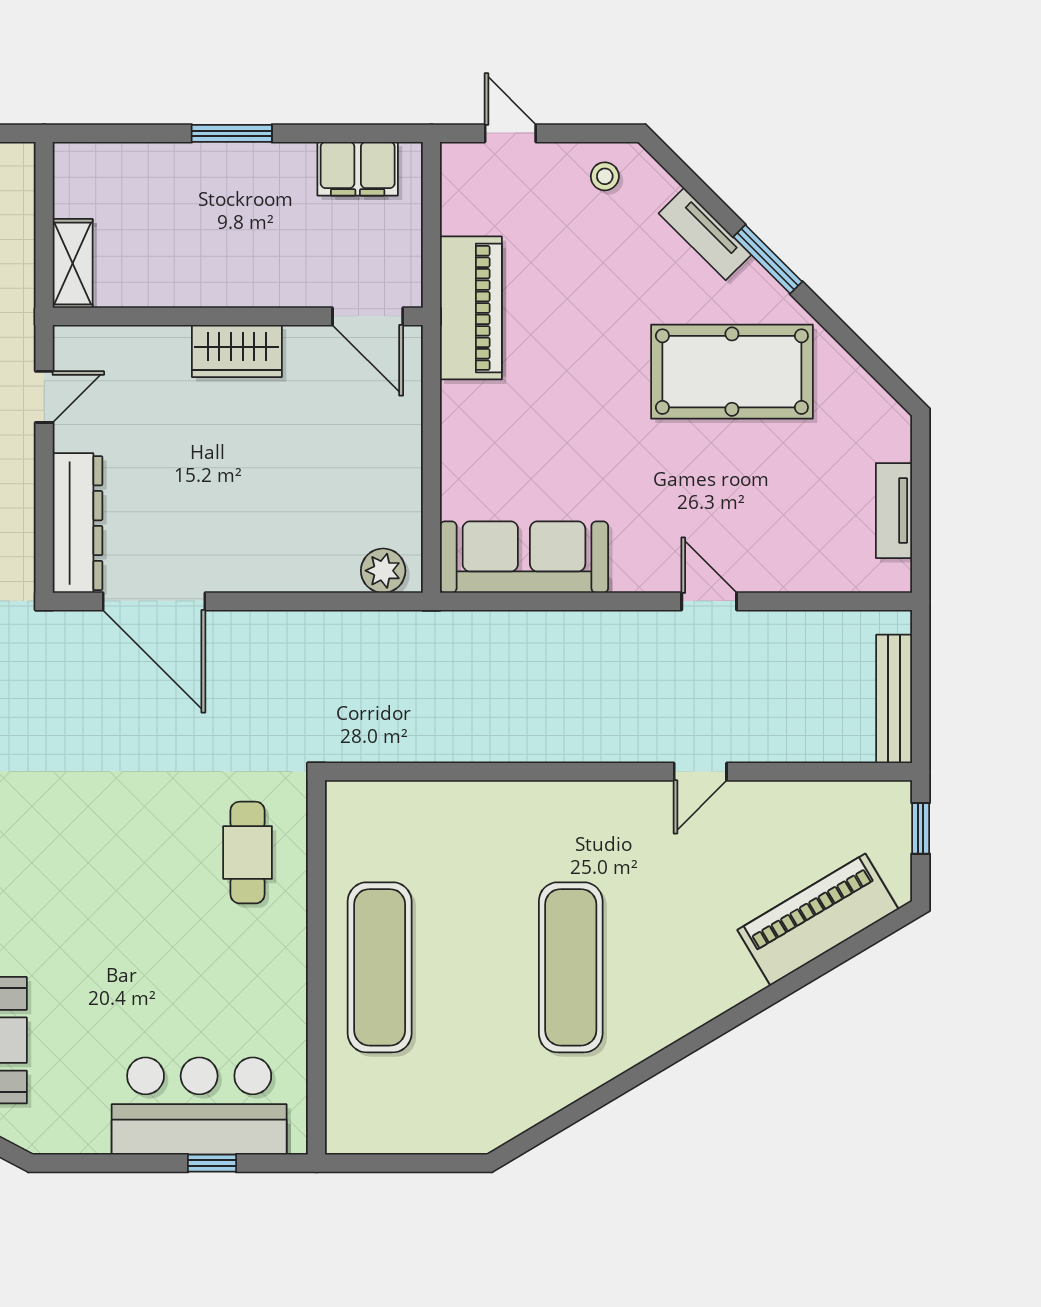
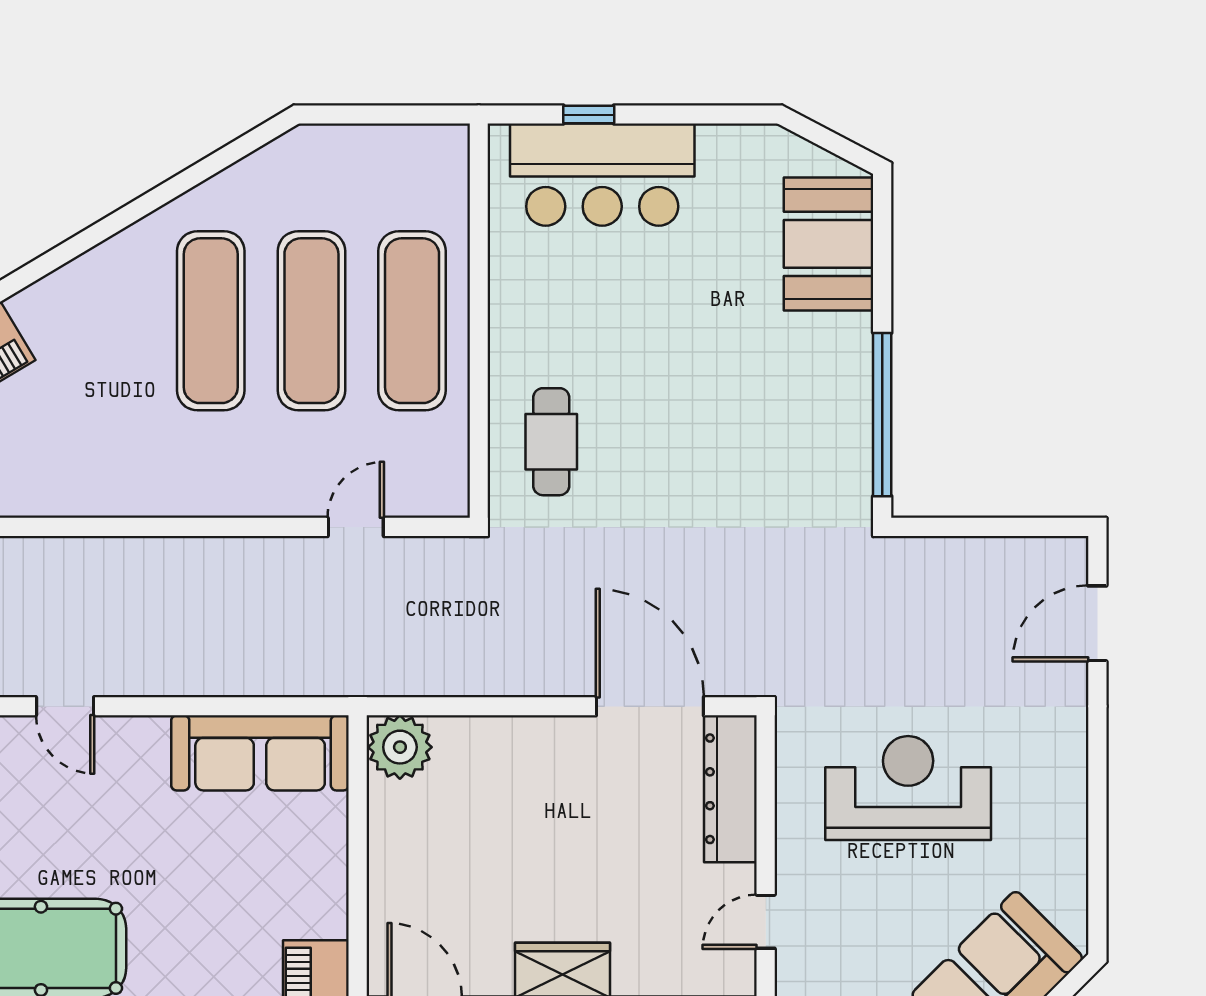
plant: (383, 571) -> (400, 747), width x1.36, depth x1.36
door: (700, 772) -> (356, 527), moved
exercise mat: (475, 967) -> (311, 321), added

